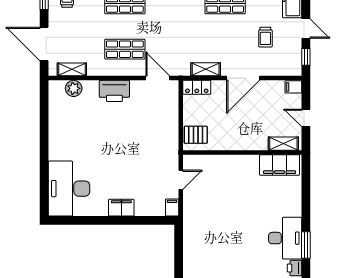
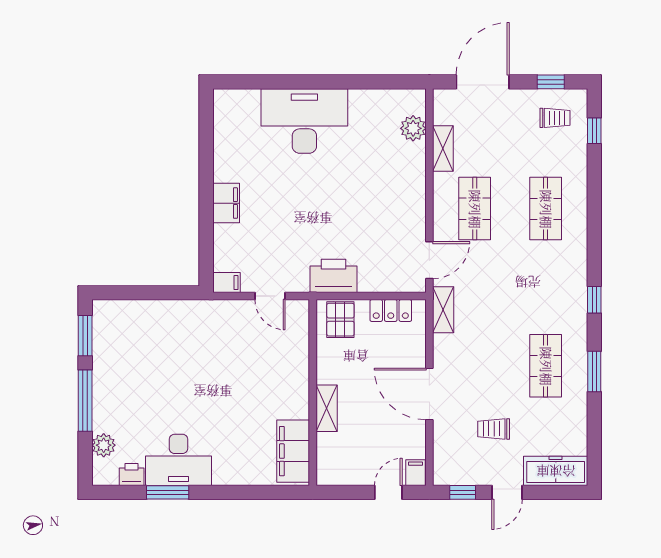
shelving: (72, 69) -> (443, 149), moved
shelving: (206, 69) -> (443, 310), moved
locker: (197, 87) -> (391, 311), moved, turned -90
printer: (114, 91) -> (333, 276), moved, turned 90
door: (306, 118) -> (388, 492), moved
shelving: (283, 144) -> (327, 408), moved
desk: (69, 189) -> (304, 121), moved

